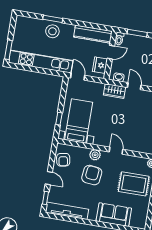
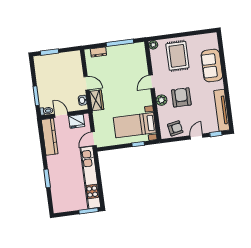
stool: (52, 31) -> (59, 175), removed
door: (134, 86) -> (86, 83), swing flipped
armchair: (92, 175) -> (181, 97), turned 84

